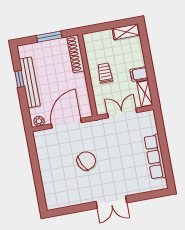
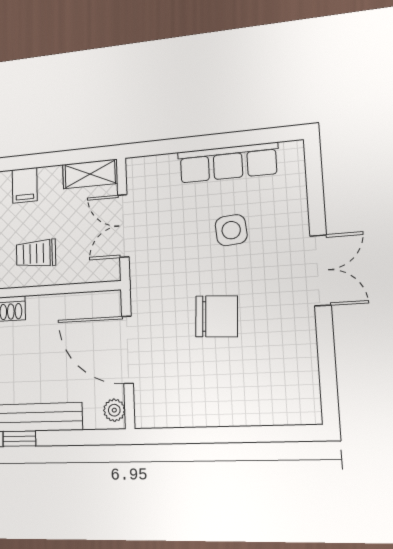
filing cabinet: (139, 74) -> (25, 185), moved
chair: (86, 161) -> (217, 316), turned 118
side table: (125, 162) -> (231, 230), added

